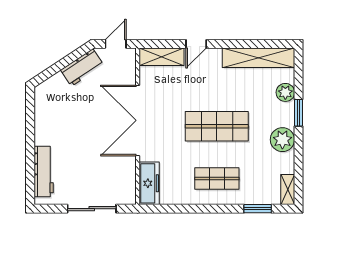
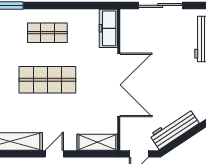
door: (196, 44) -> (54, 154), moved
workbench: (82, 67) -> (174, 129), width x1.38

